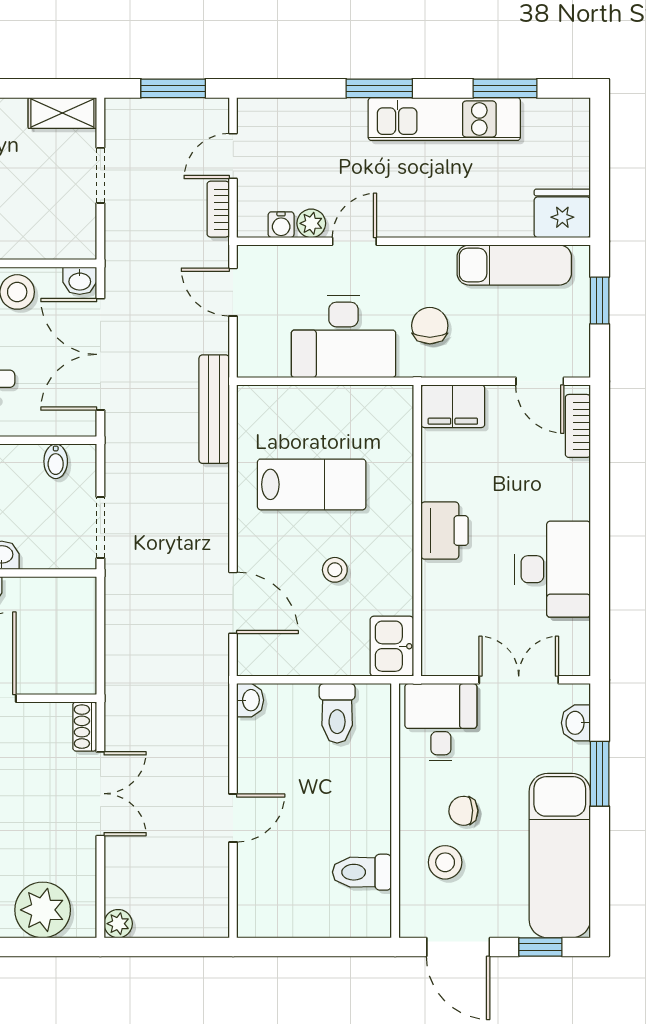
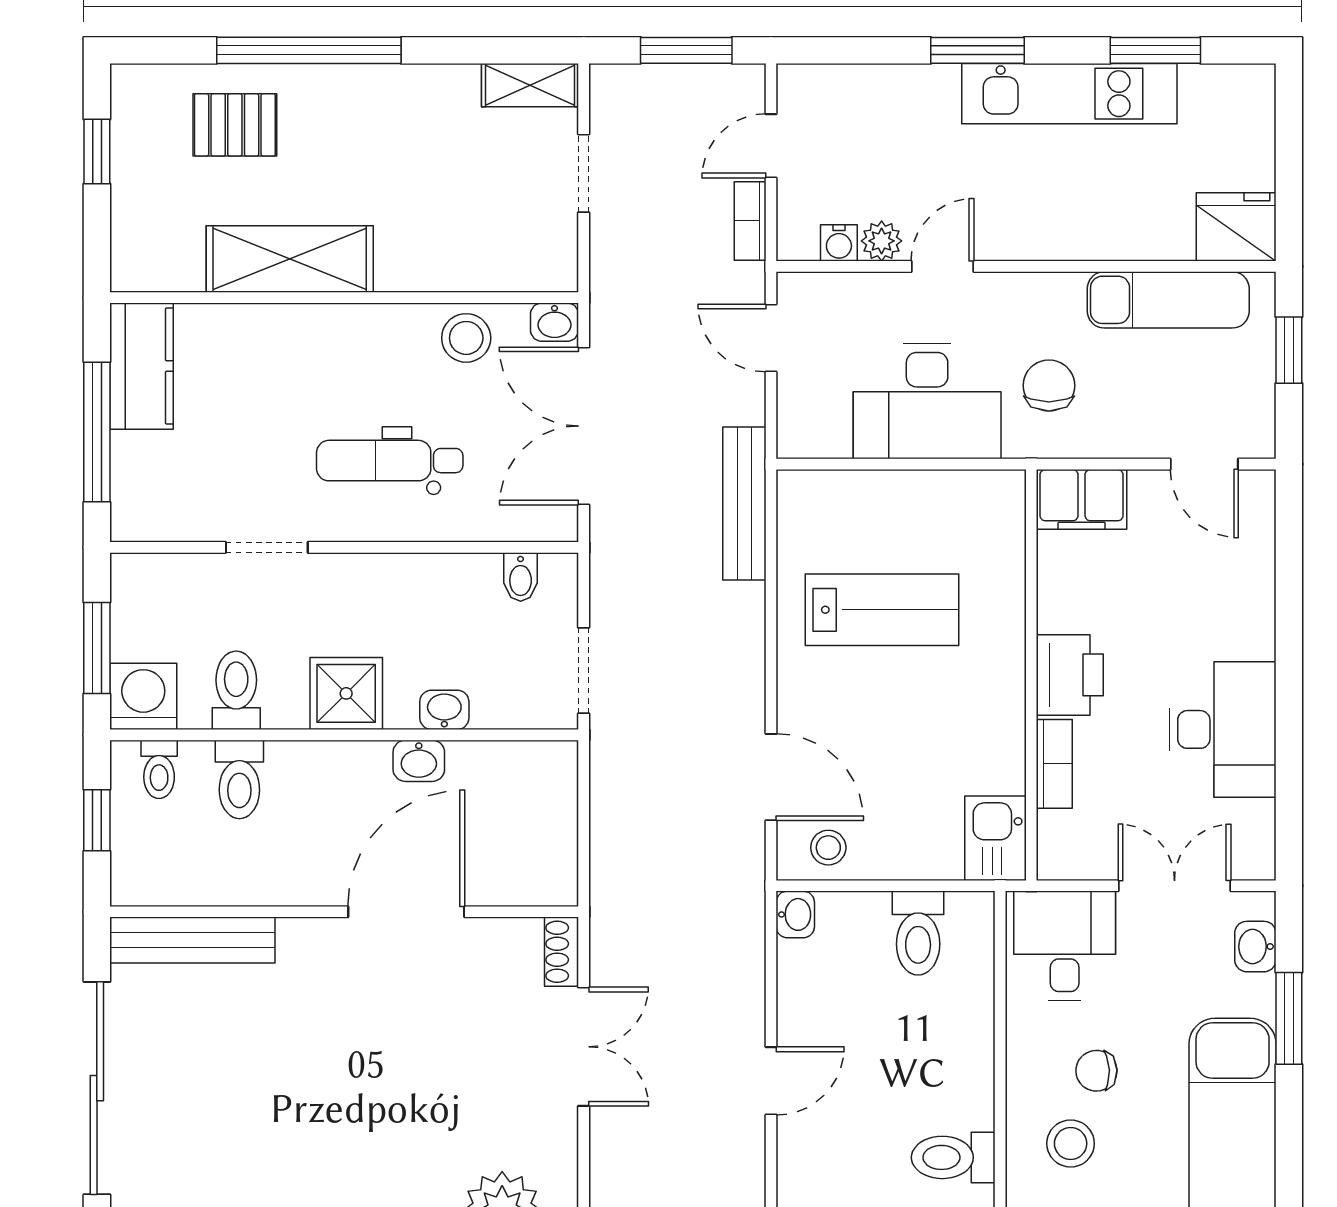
bookcase: (578, 426) -> (1054, 764), moved, turned 180
stool: (335, 570) -> (828, 848), moved

